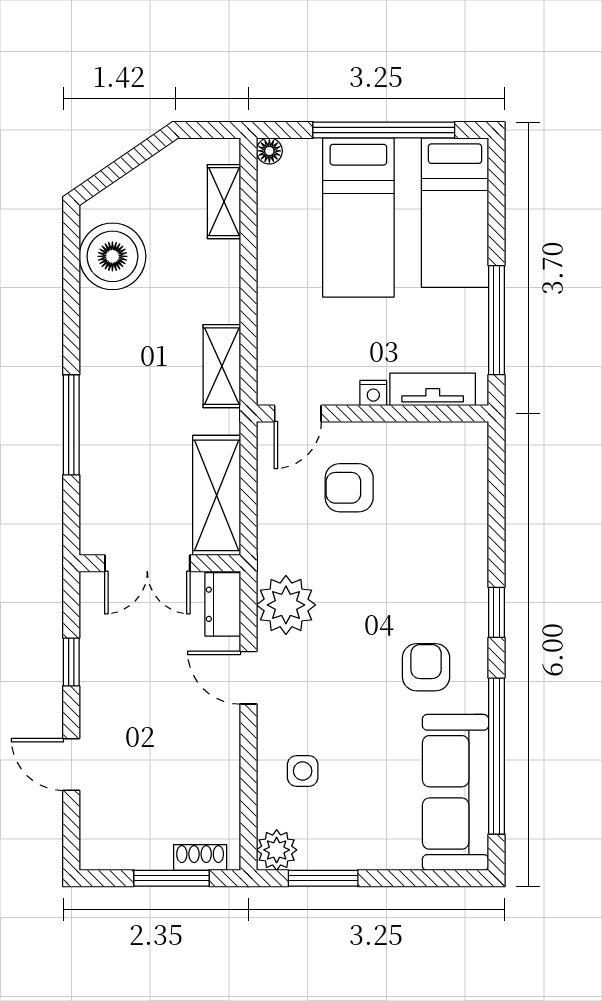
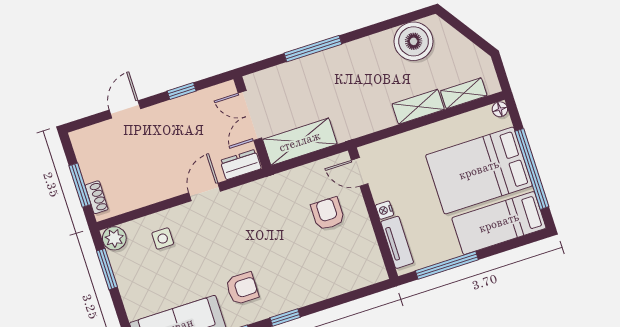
bed: (358, 218) -> (479, 170), width x1.50
shelving: (222, 366) -> (418, 107), moved
plant: (286, 605) -> (252, 200), removed

